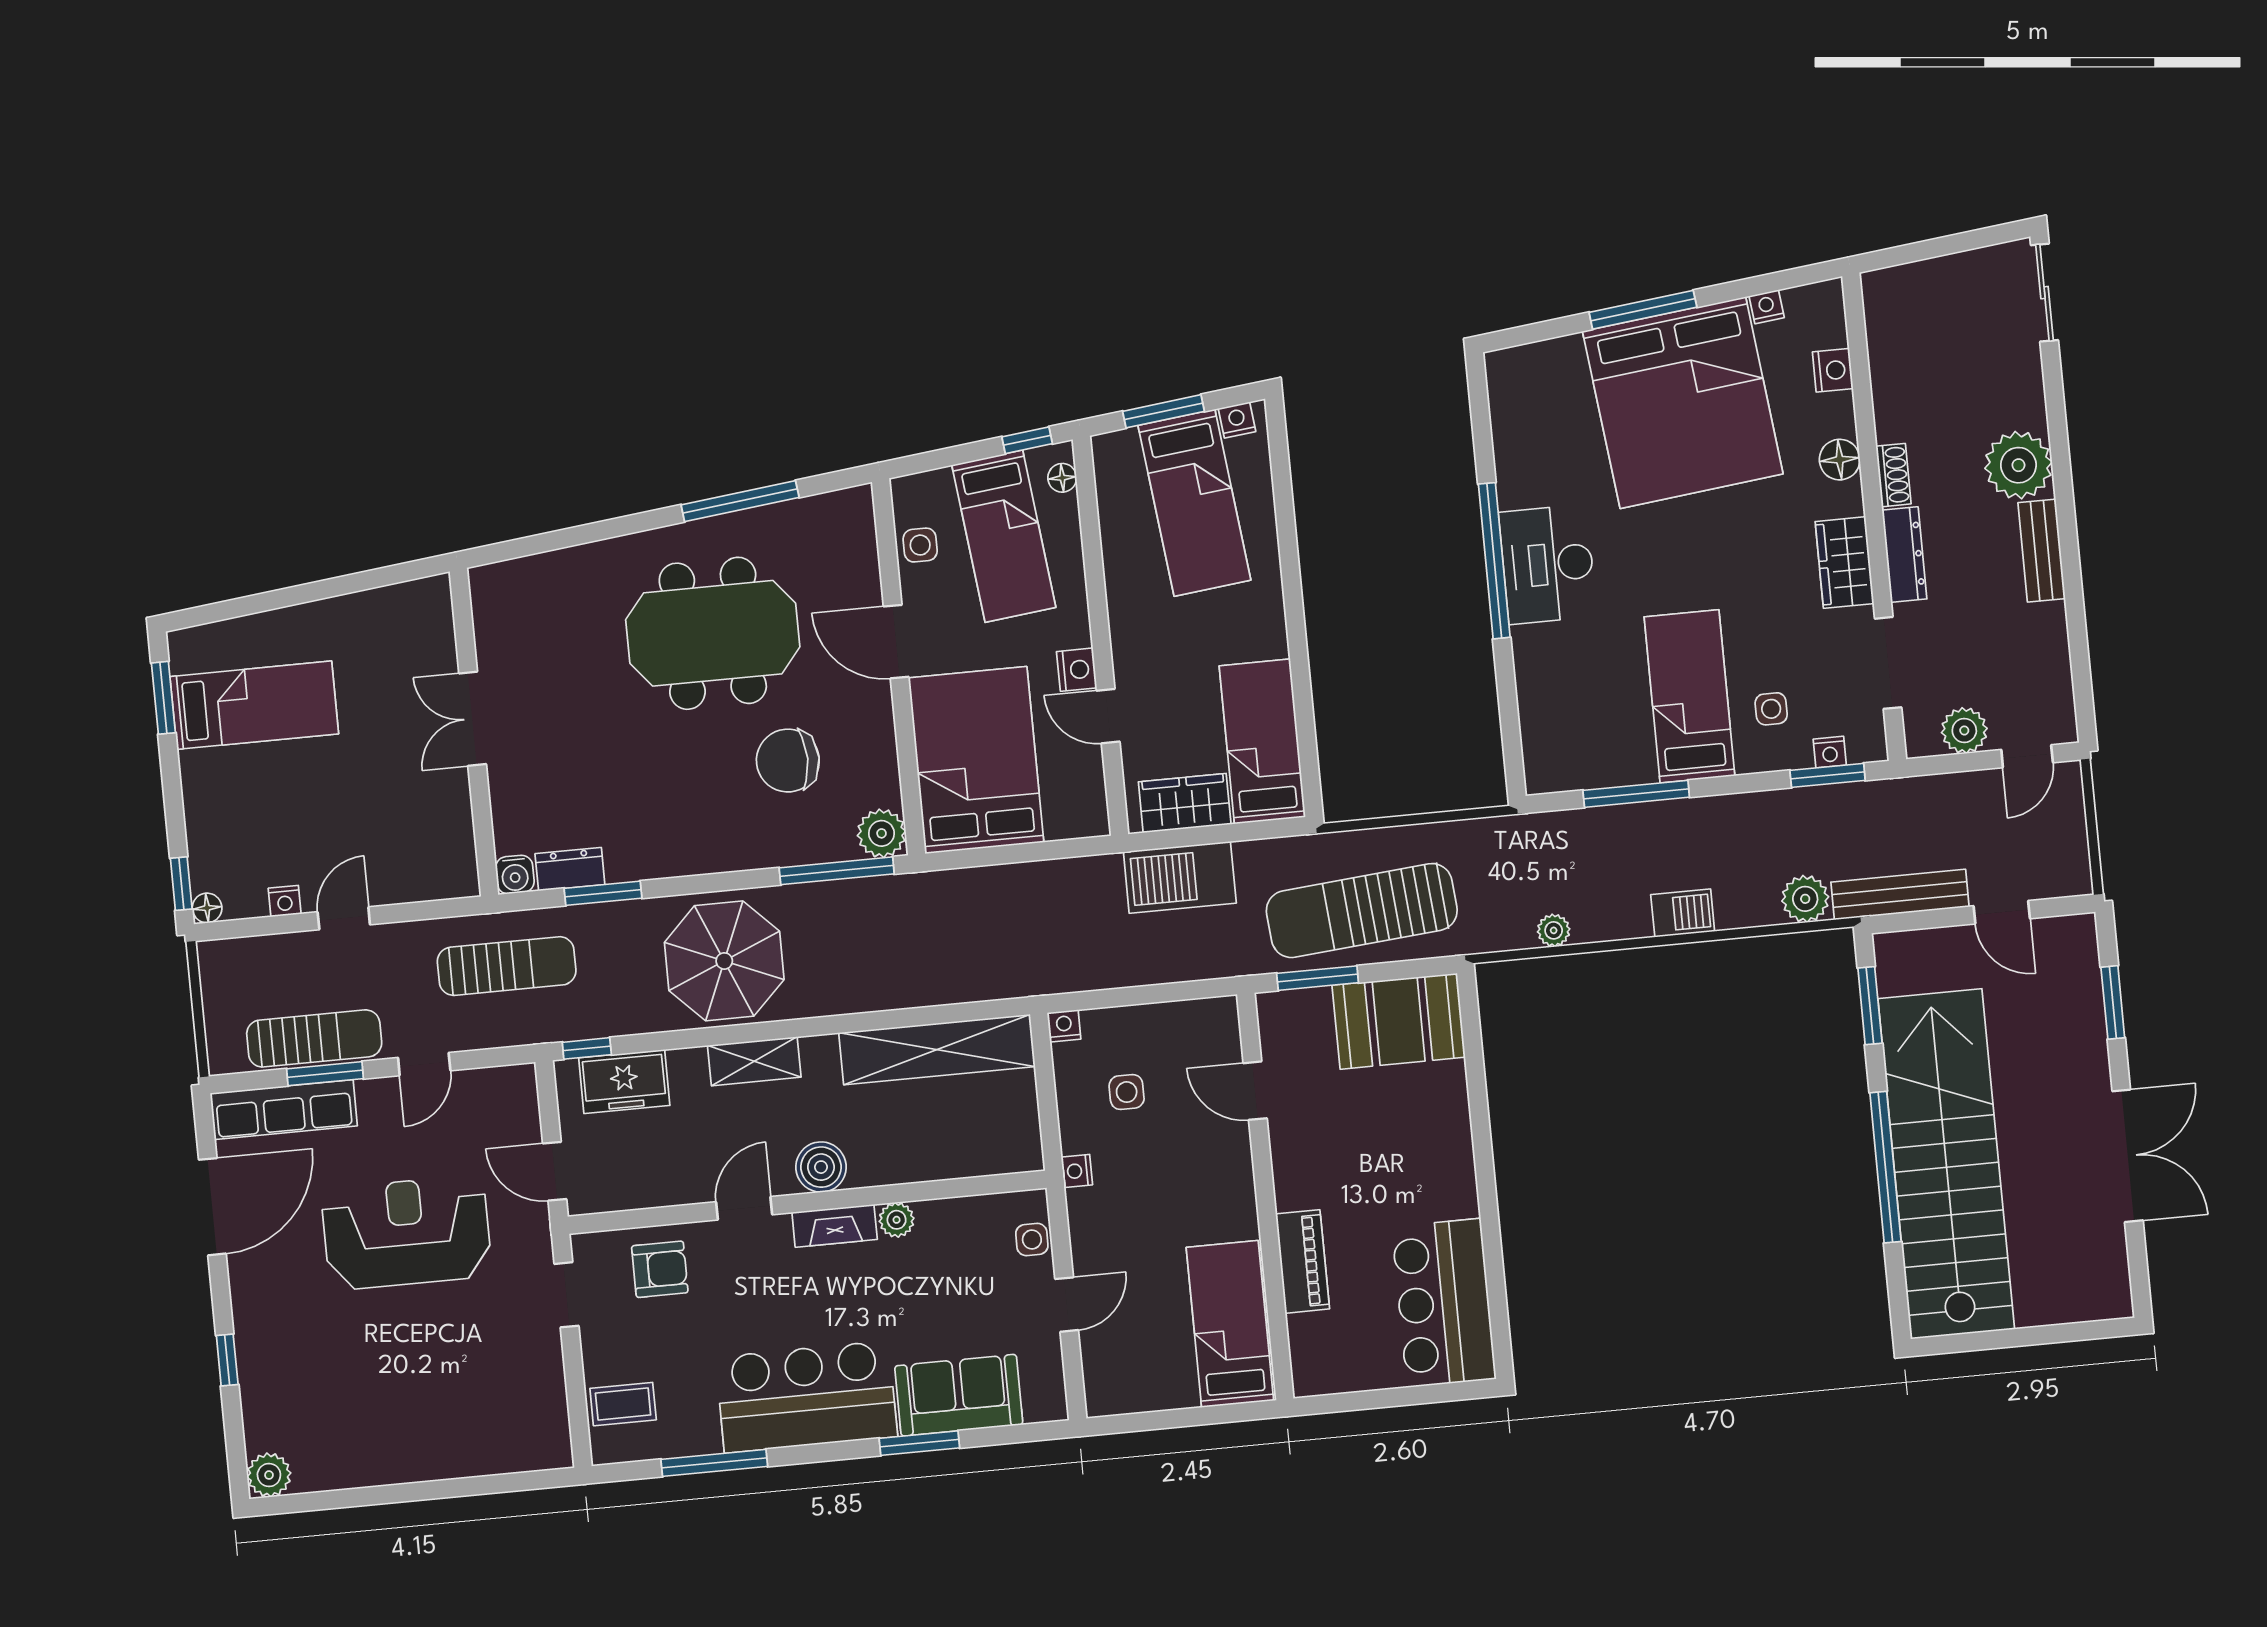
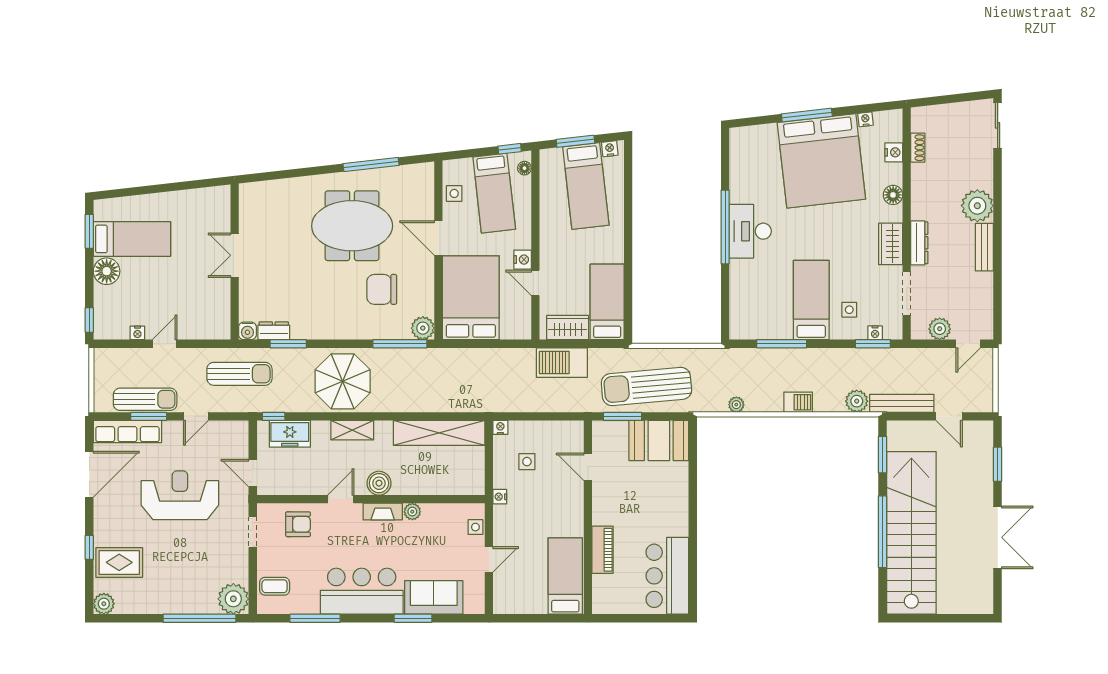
shoe rack: (1893, 475) -> (918, 148), moved
floor lamp: (207, 908) -> (107, 271), moved, width x1.89, depth x1.89
rug: (293, 1385) -> (119, 562), added
plant: (539, 1439) -> (233, 599), added
window: (472, 1486) -> (199, 618), added

